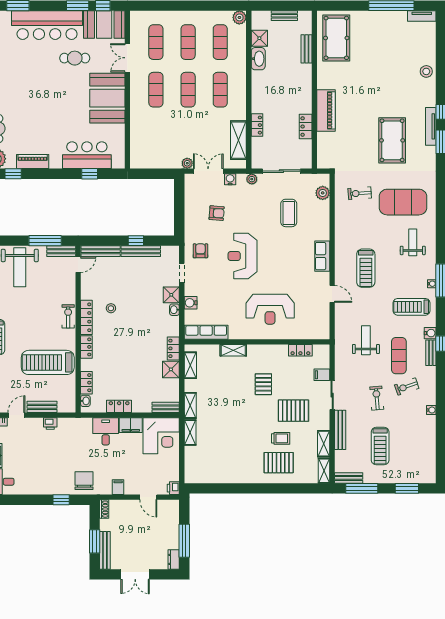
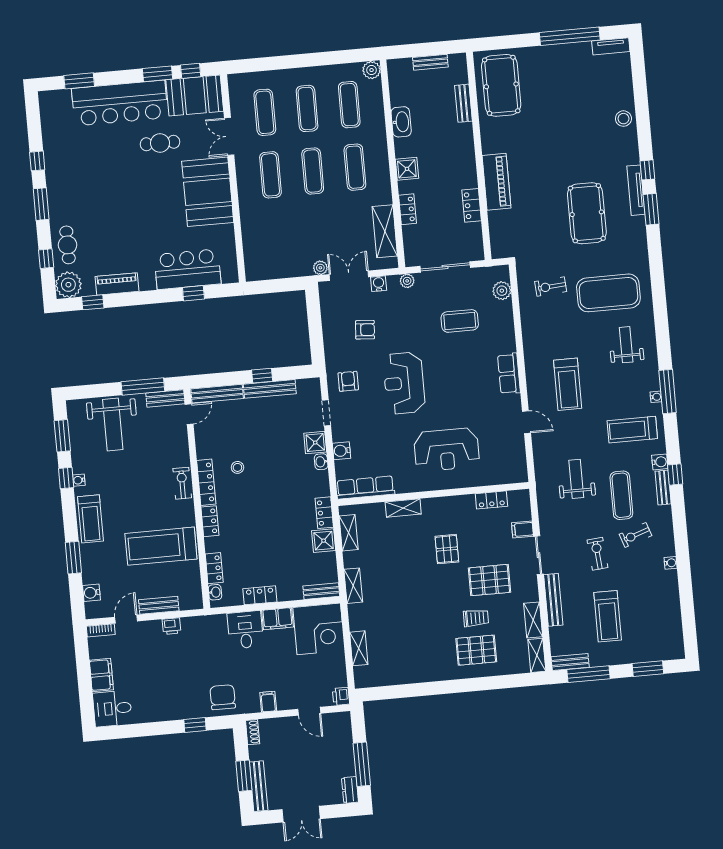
shower: (259, 38) -> (407, 169), moved
coffee table: (289, 213) -> (460, 321), turned 90
shelving: (190, 432) -> (359, 648), moved

